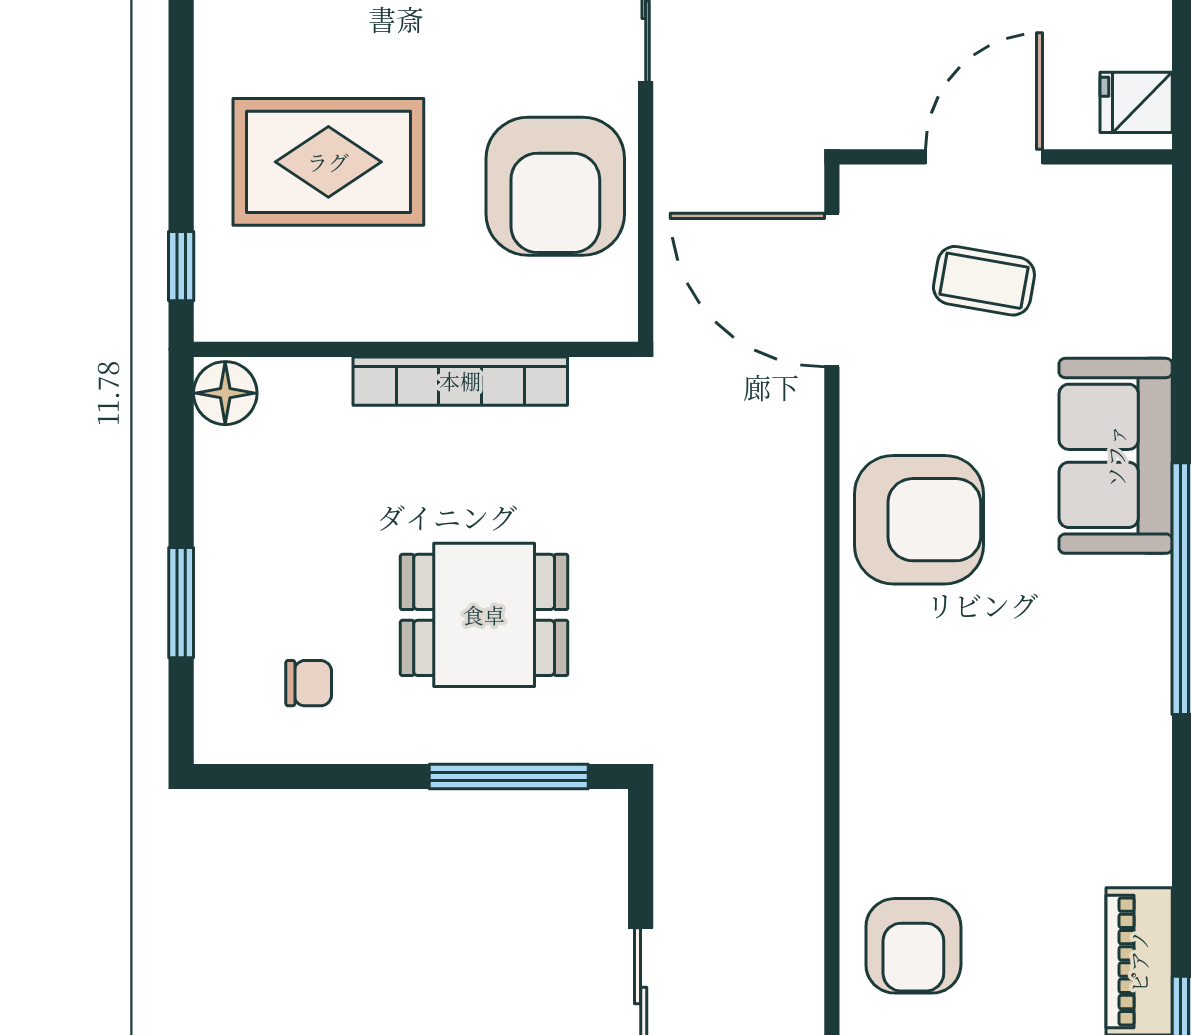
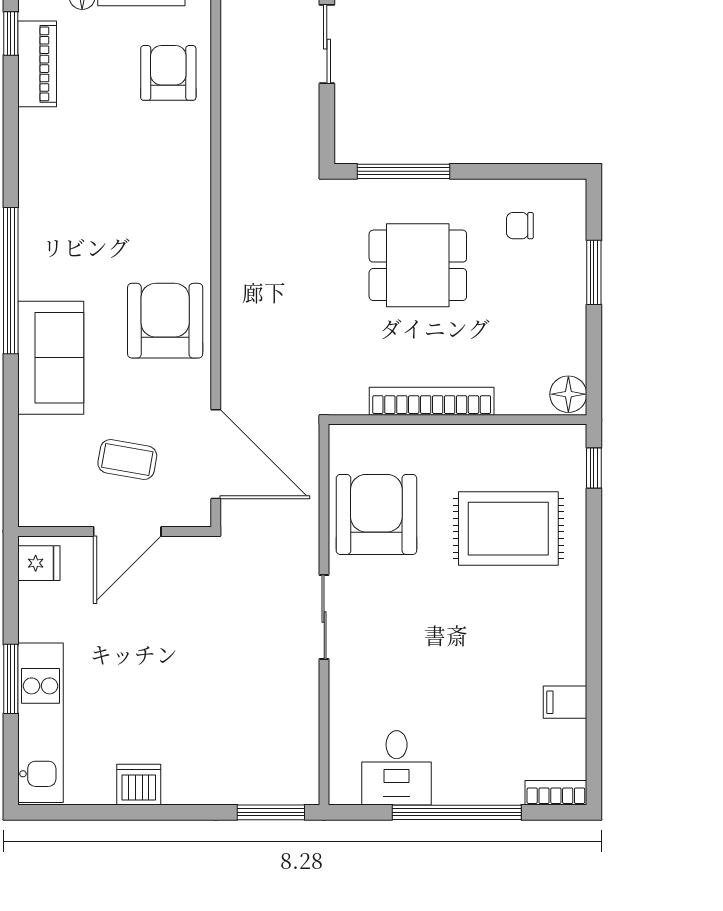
armchair: (919, 520) -> (165, 321), turned 90

